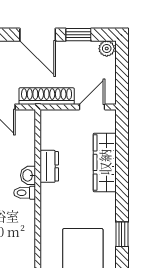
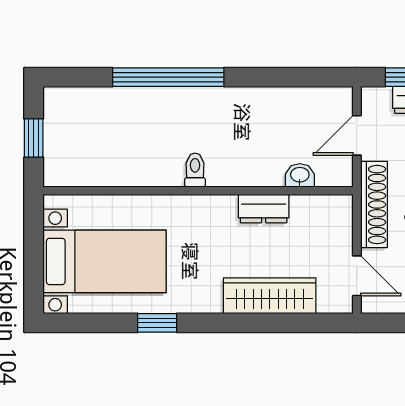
washbasin: (28, 175) -> (300, 175), moved
toilet: (25, 193) -> (195, 170), moved

